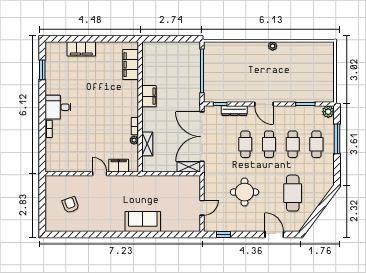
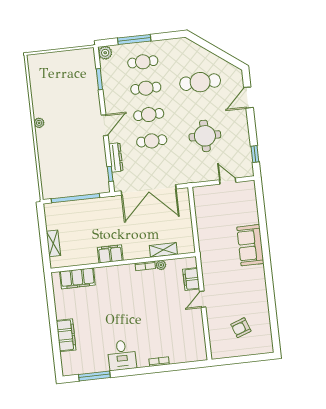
window: (42, 70) -> (94, 376), width x1.44
desk: (58, 107) -> (122, 355), moved
shelving: (189, 167) -> (53, 243), moved

